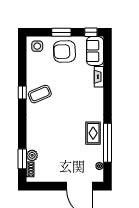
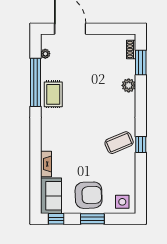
plant: (32, 155) -> (129, 85), moved

